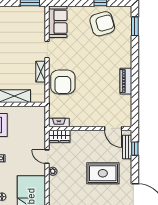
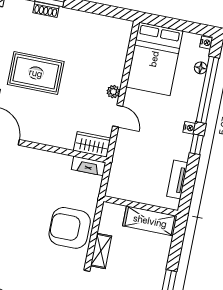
armchair: (63, 82) -> (70, 228), turned -90

